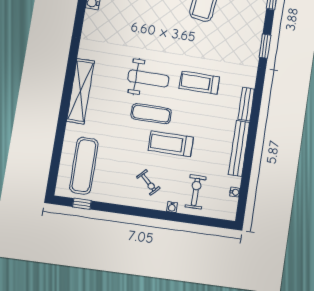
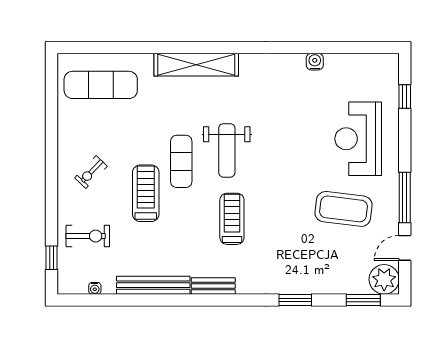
window: (82, 204) -> (51, 258), moved
water cooler: (172, 207) -> (64, 208), removed

